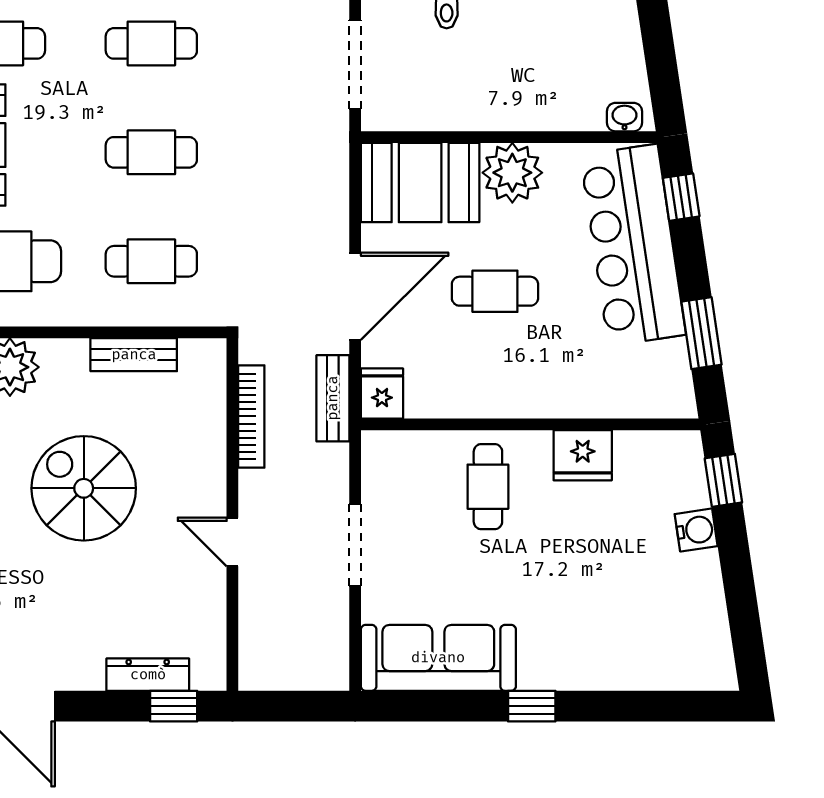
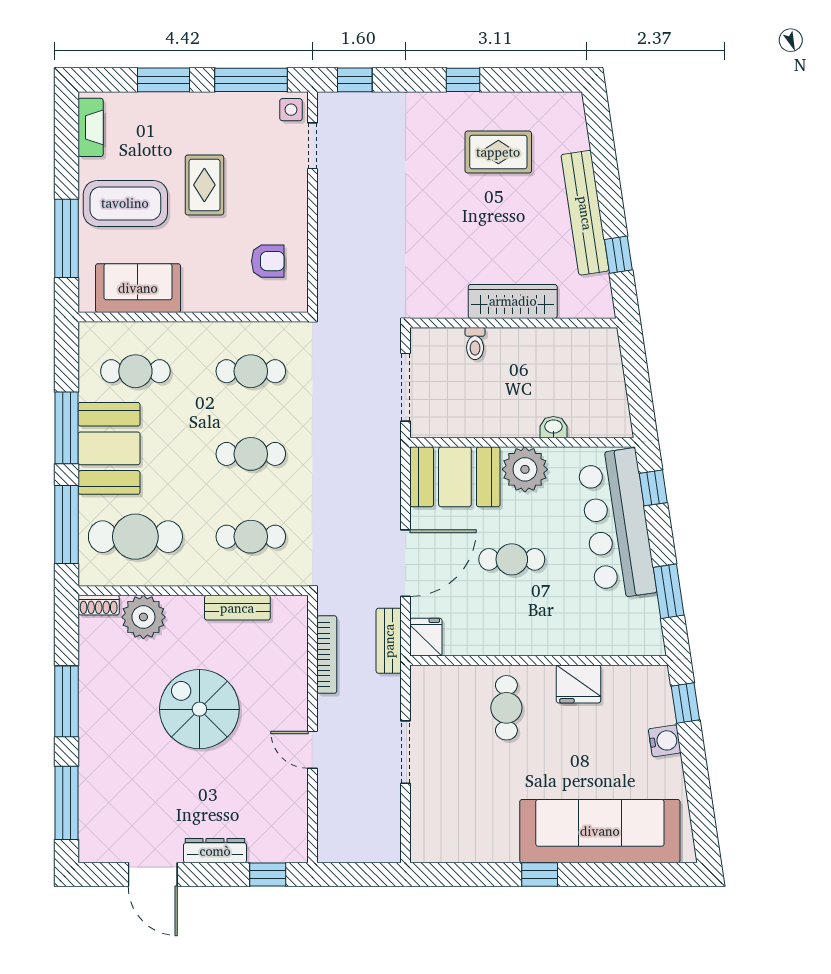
washbasin: (625, 117) -> (553, 427), moved
sofa: (438, 658) -> (600, 831), moved, width x1.36, depth x1.27
dresser: (148, 675) -> (215, 851), moved

